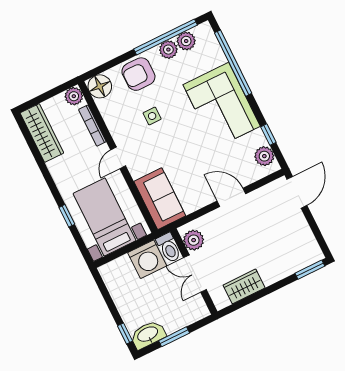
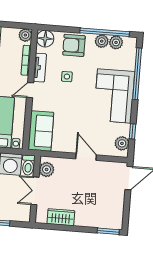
tv unit: (114, 124) -> (40, 68), added

